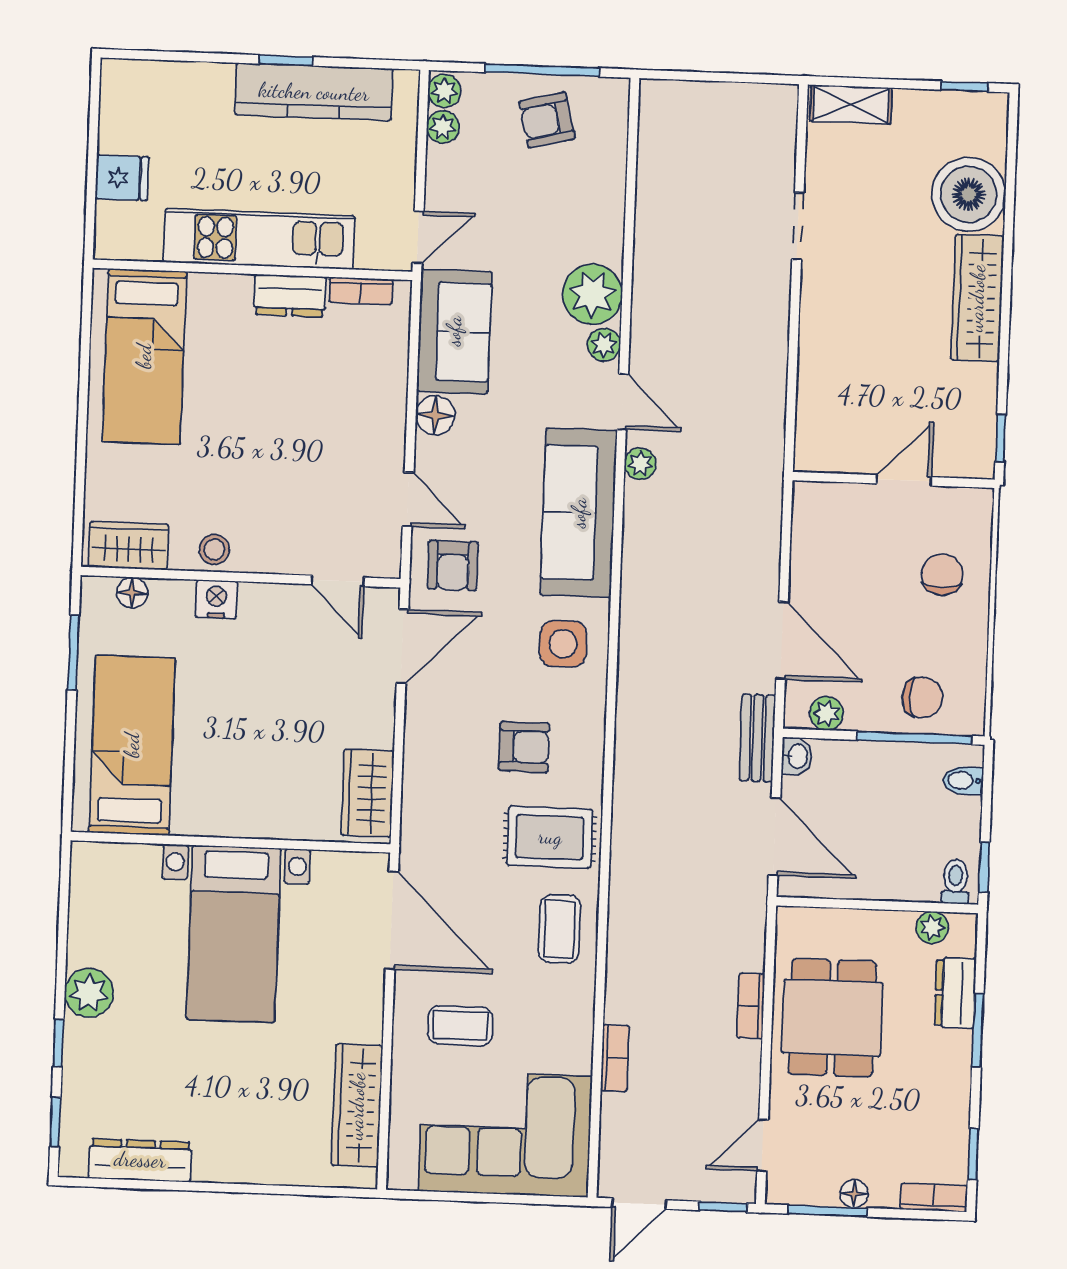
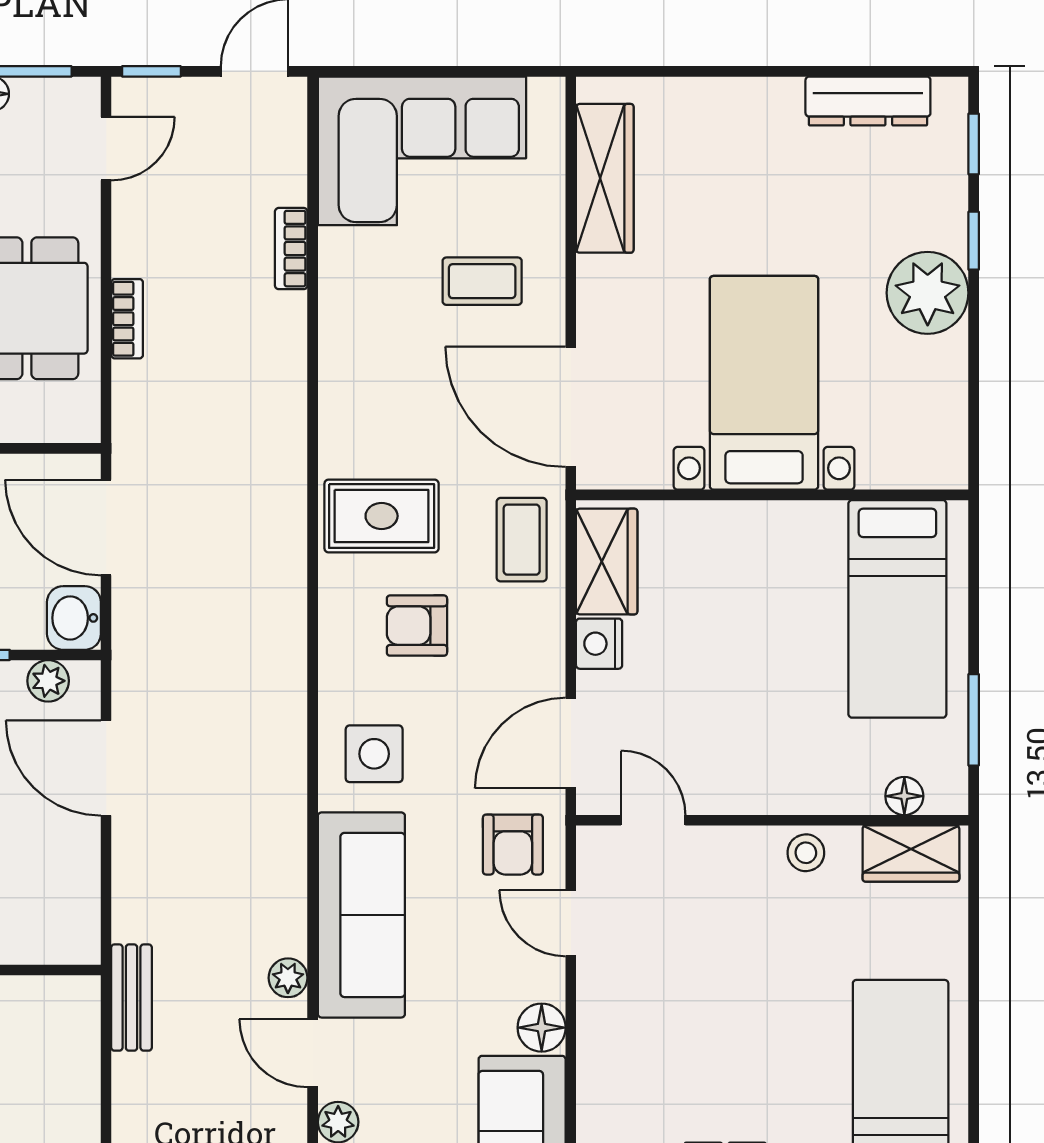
armchair: (453, 565) -> (513, 845), turned 180
nightstand: (216, 599) -> (599, 644), moved, turned 90
bench: (757, 738) -> (131, 998), moved
washbasin: (797, 756) -> (74, 618), width x1.38, depth x1.45
coffee table: (559, 929) -> (522, 540), moved
plant: (89, 993) -> (928, 293), width x1.36, depth x1.36

